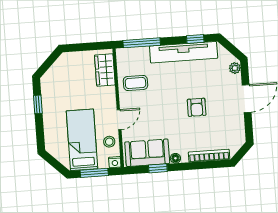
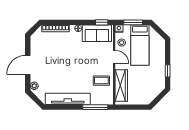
window: (195, 39) -> (59, 107), removed
wardrobe: (105, 70) -> (121, 85), width x1.50
armchair: (197, 107) -> (62, 61), removed
door: (119, 120) -> (114, 57), swing flipped
window: (158, 168) -> (102, 22), moved

